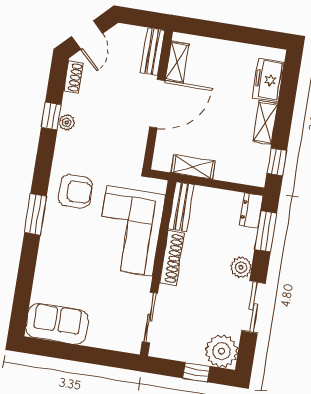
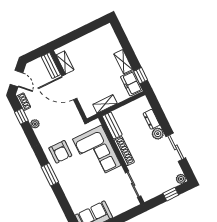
freezer: (268, 80) -> (132, 83), moved
door: (157, 104) -> (69, 87), swing flipped
window: (51, 116) -> (21, 116), moved
armchair: (75, 191) -> (60, 152), turned 90
dresser: (251, 211) -> (151, 119), moved
window: (266, 231) -> (157, 110), removed
plant: (221, 351) -> (181, 179), width x0.53, depth x0.53

